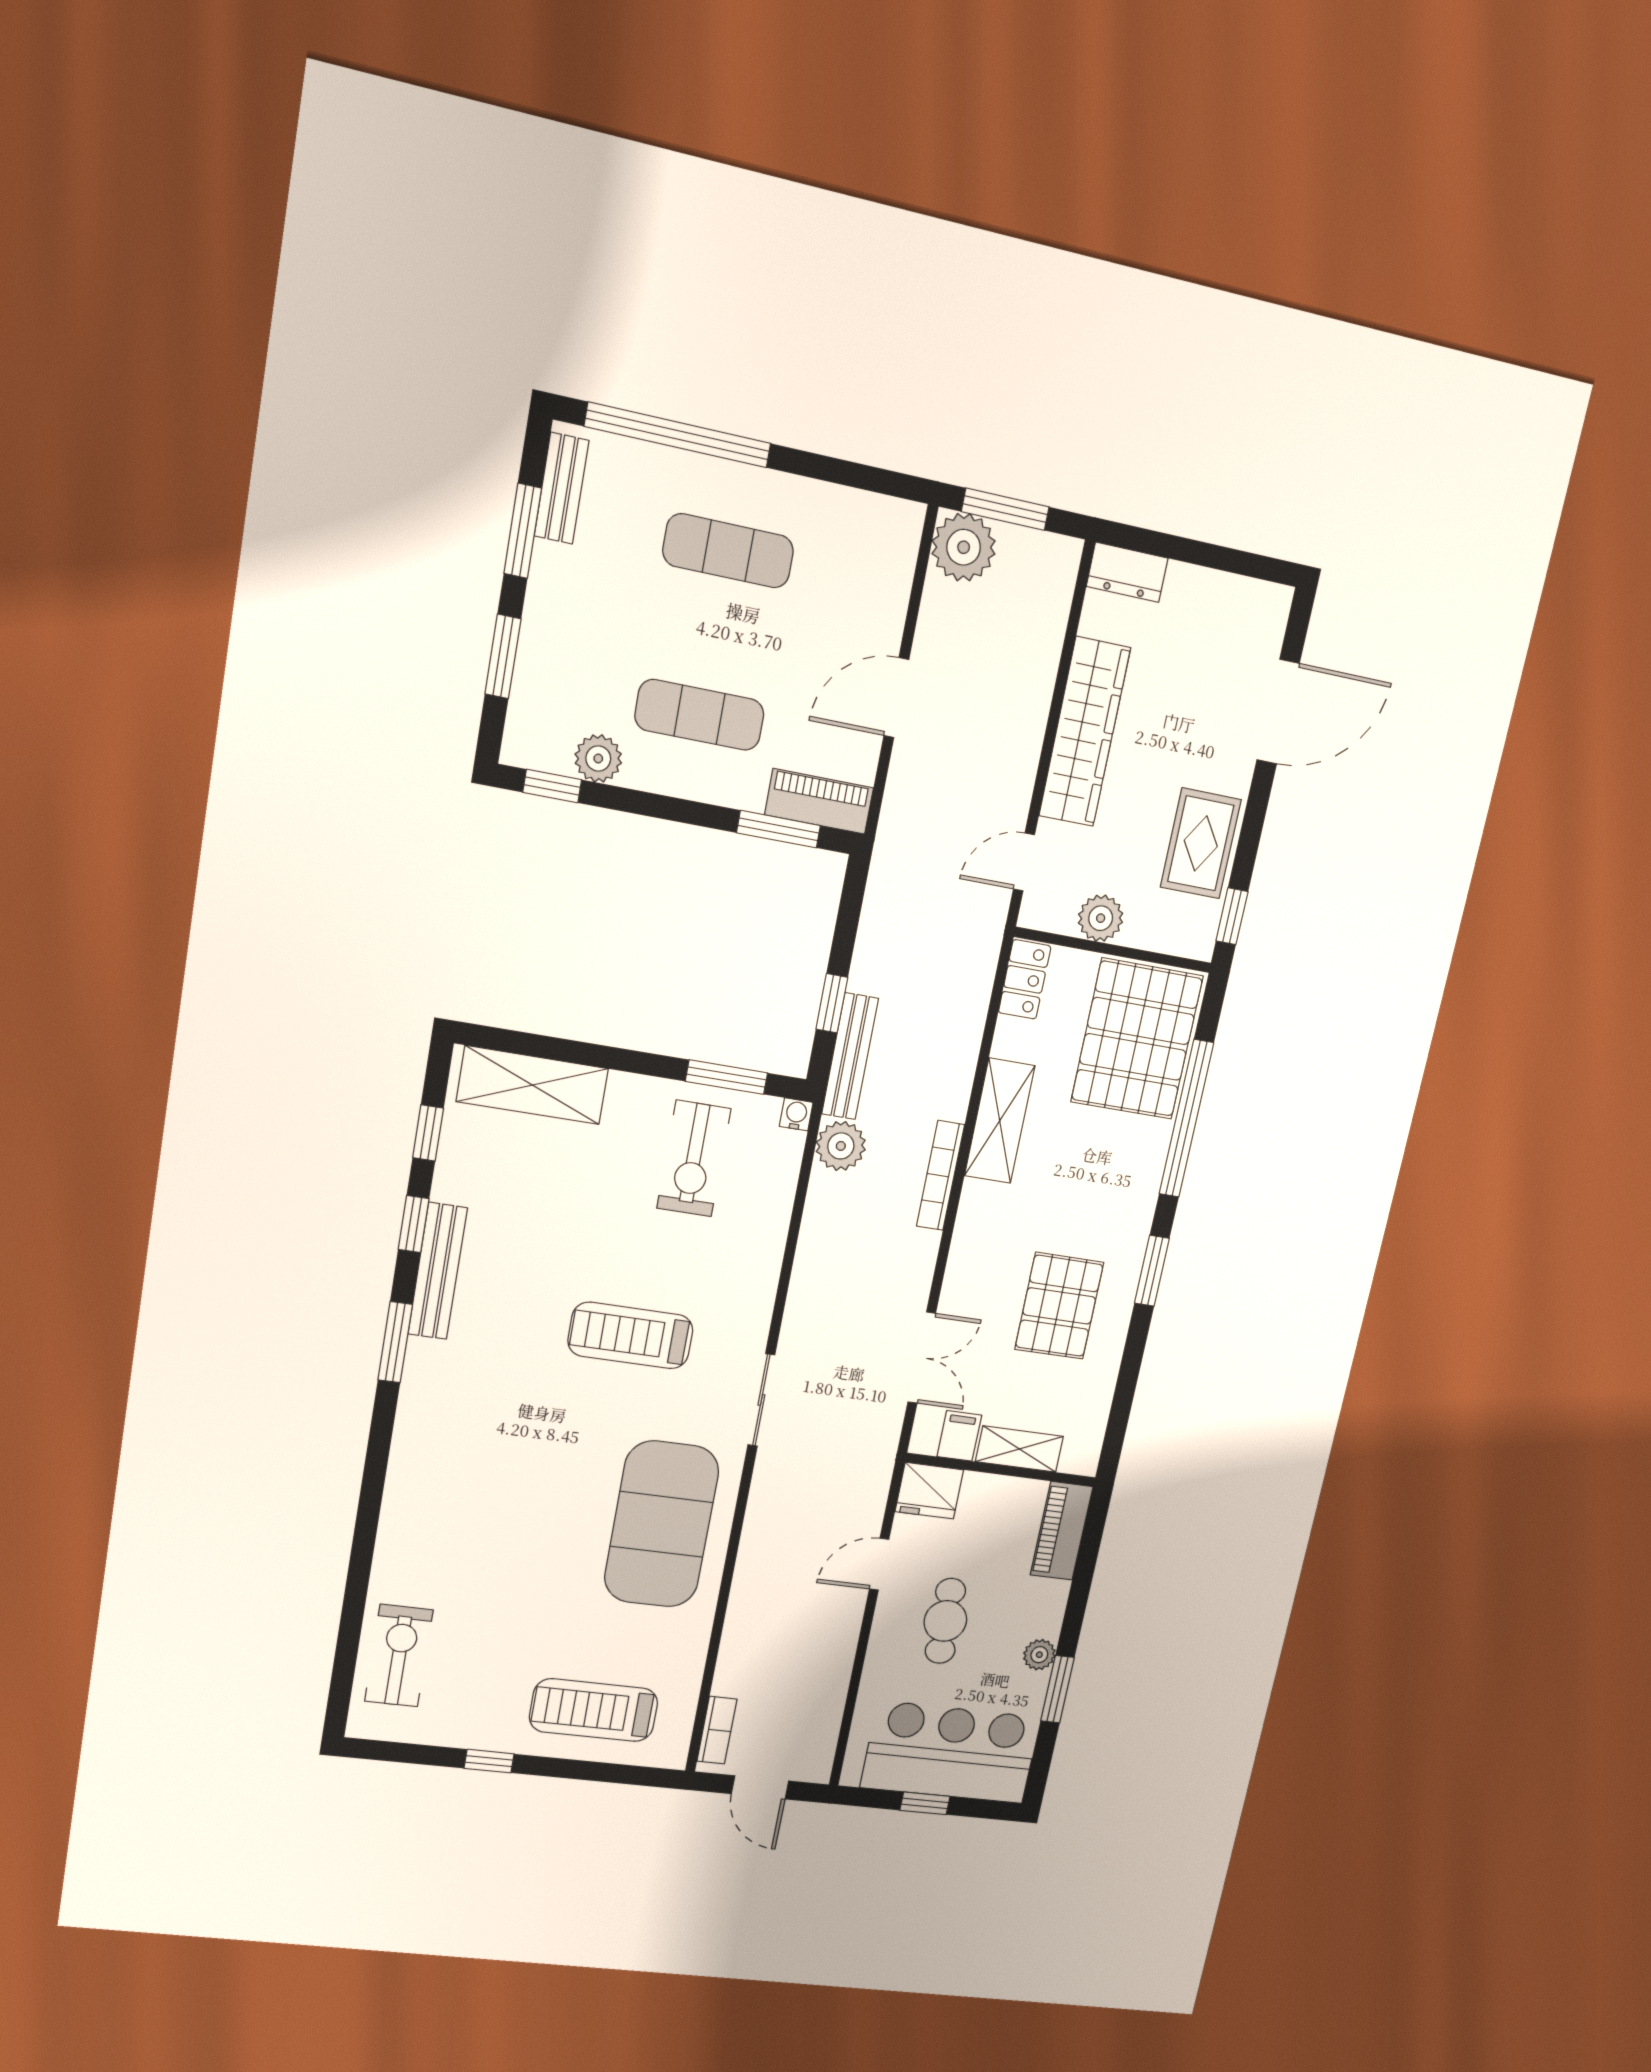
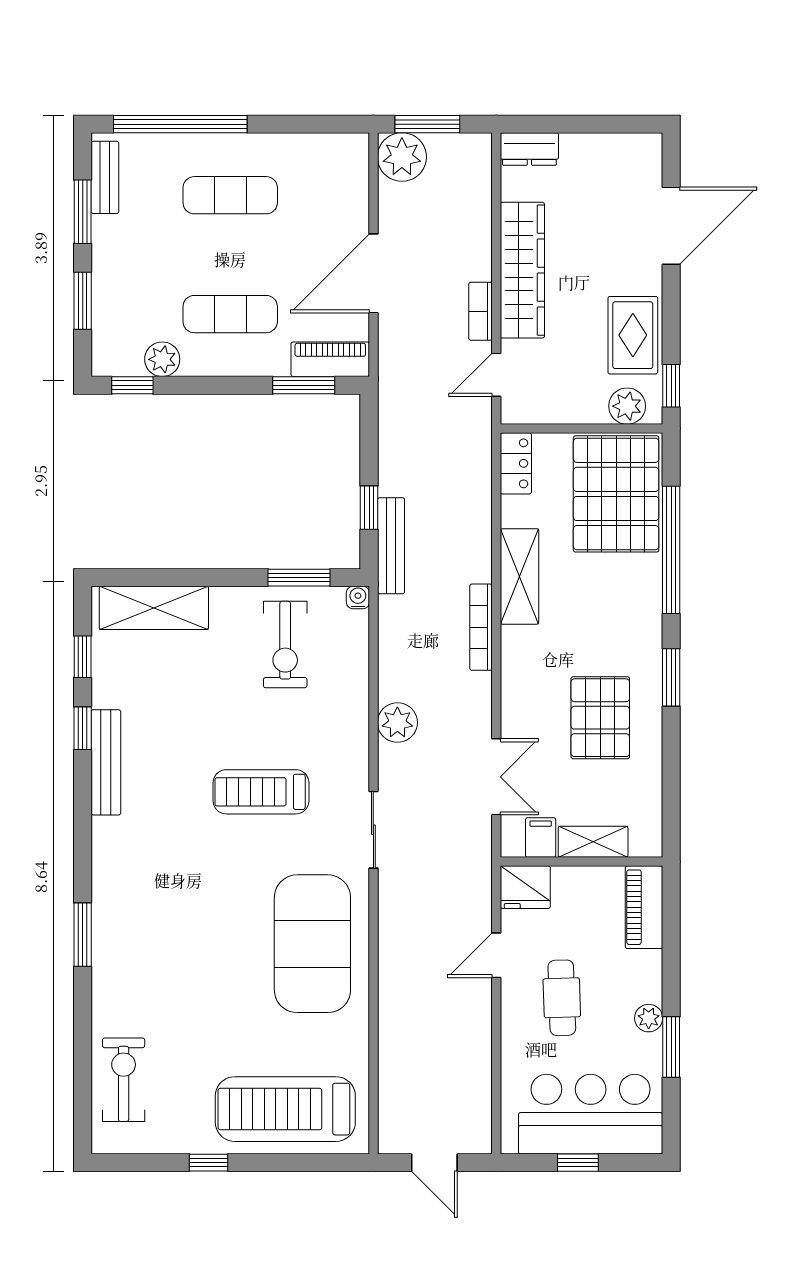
door: (896, 698) -> (373, 273), width x1.36
plant: (1101, 918) -> (627, 406), moved
plant: (841, 1146) -> (397, 723), moved
window: (395, 1342) -> (83, 935), moved
treadmill: (594, 1710) -> (285, 1109), width x1.37, depth x1.38
bookcase: (717, 1730) -> (480, 311), moved, turned 180

